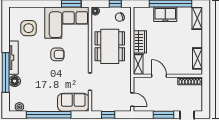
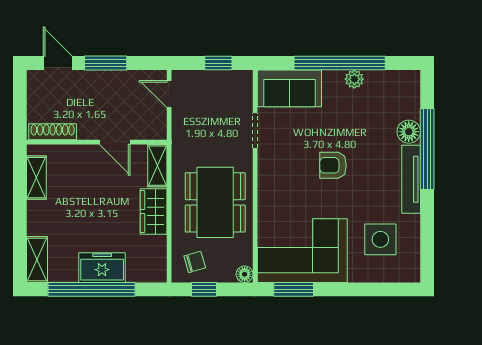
armchair: (57, 54) -> (333, 165), moved
plant: (19, 107) -> (354, 79), moved

